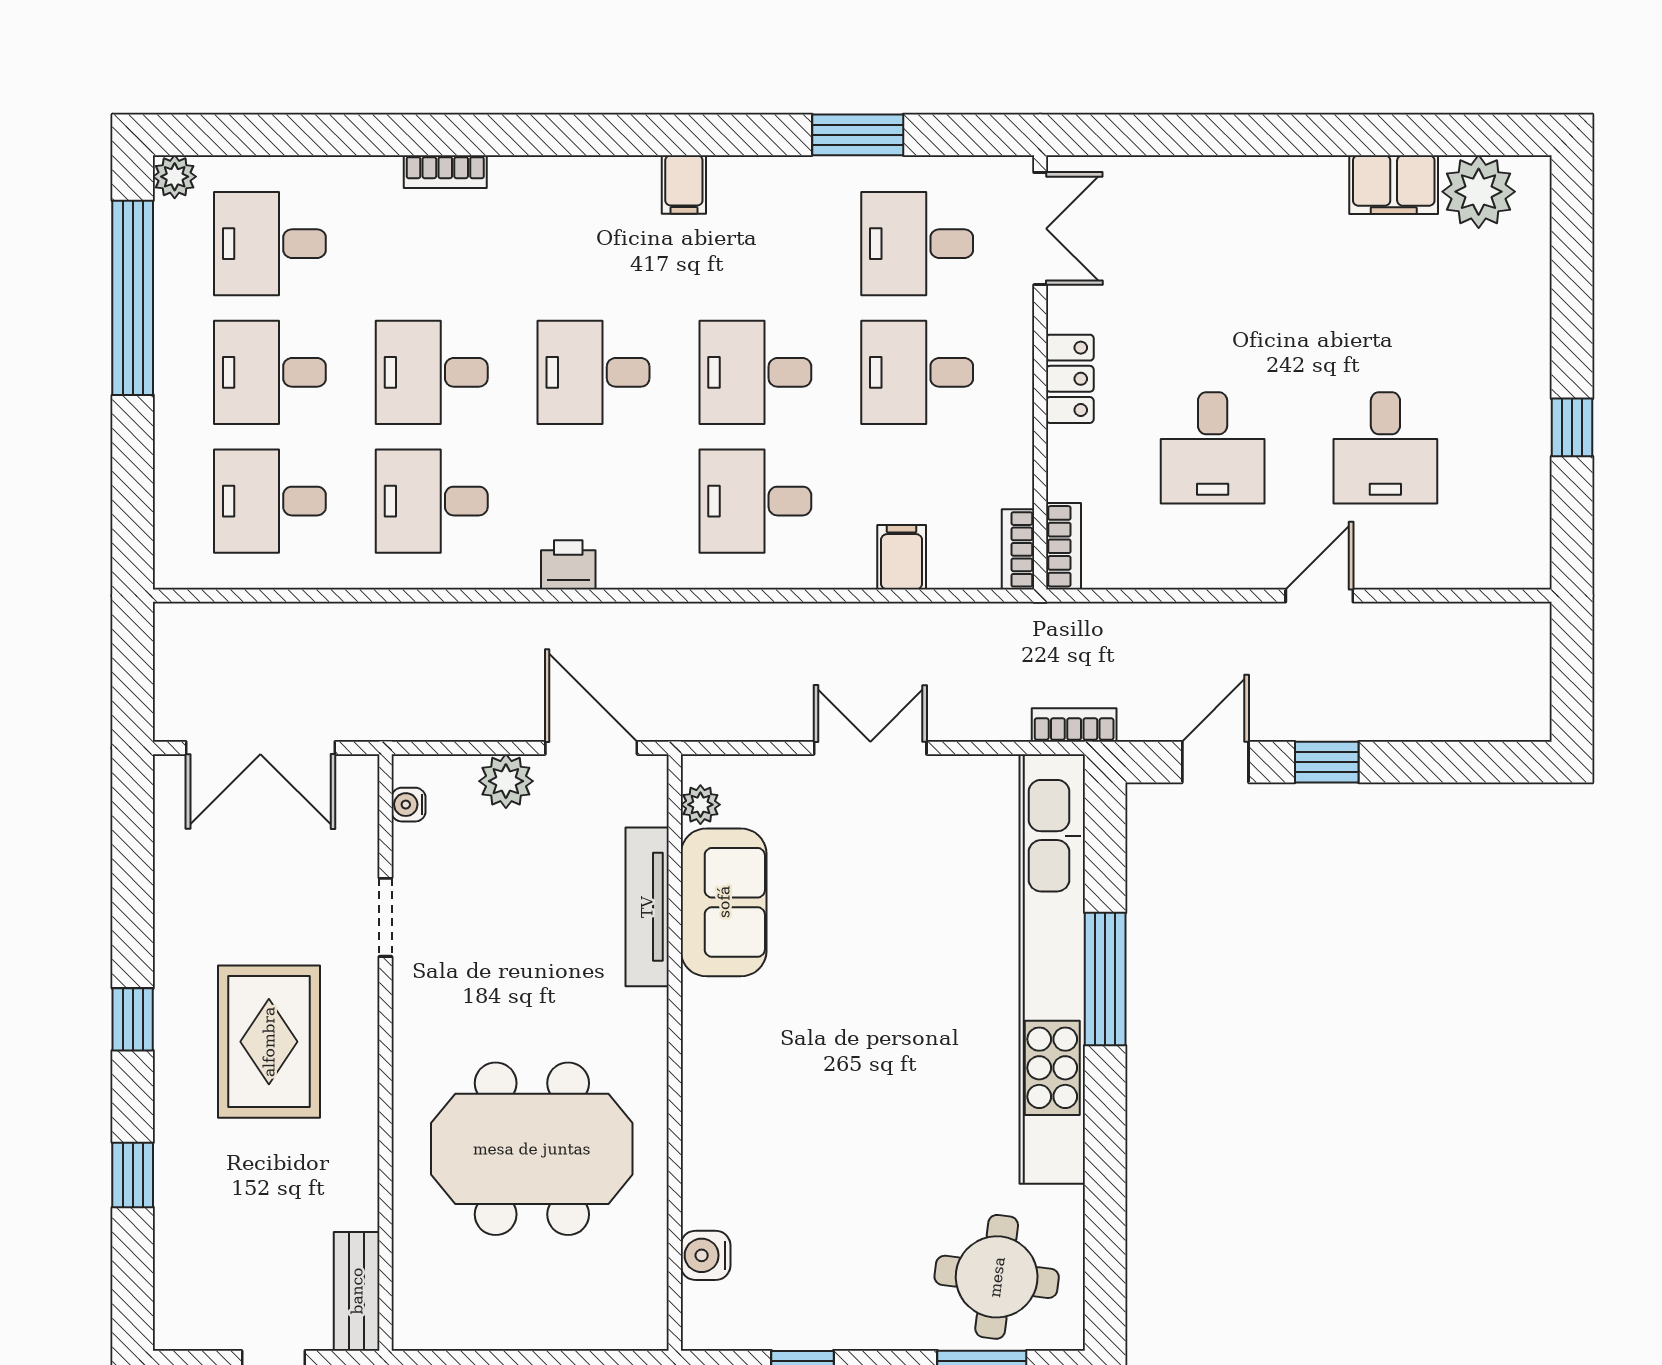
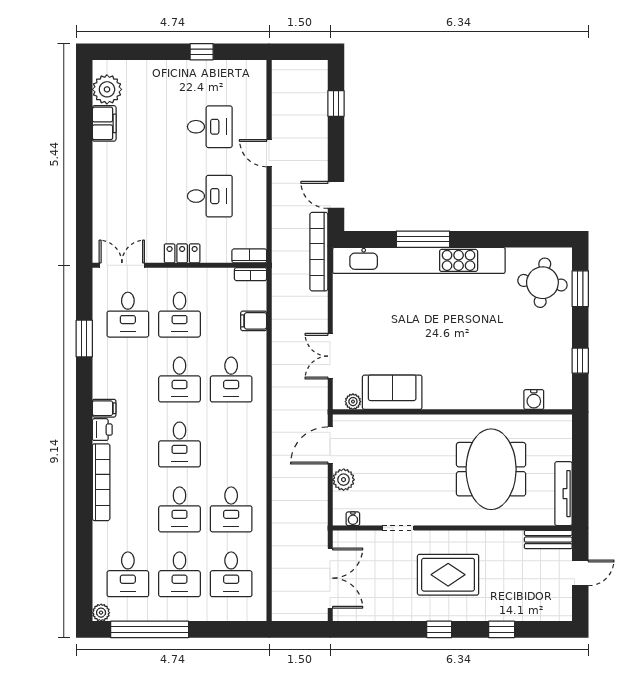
bookcase: (445, 172) -> (101, 482), width x2.31, depth x1.31
printer: (568, 565) -> (102, 430), moved, turned 180
bookcase: (1074, 725) -> (319, 252), width x2.31, depth x1.31
double door: (870, 748) -> (330, 356), moved
window: (1327, 762) -> (336, 103), moved
tv unit: (647, 907) -> (563, 494), moved, turned 90

